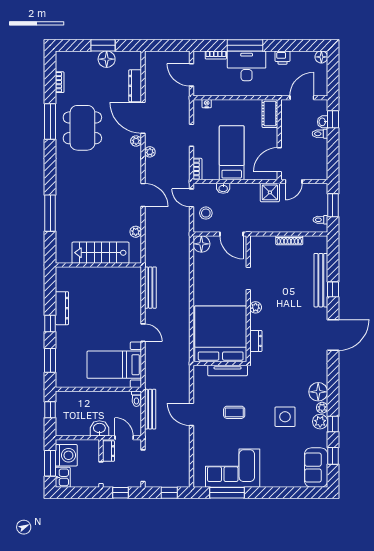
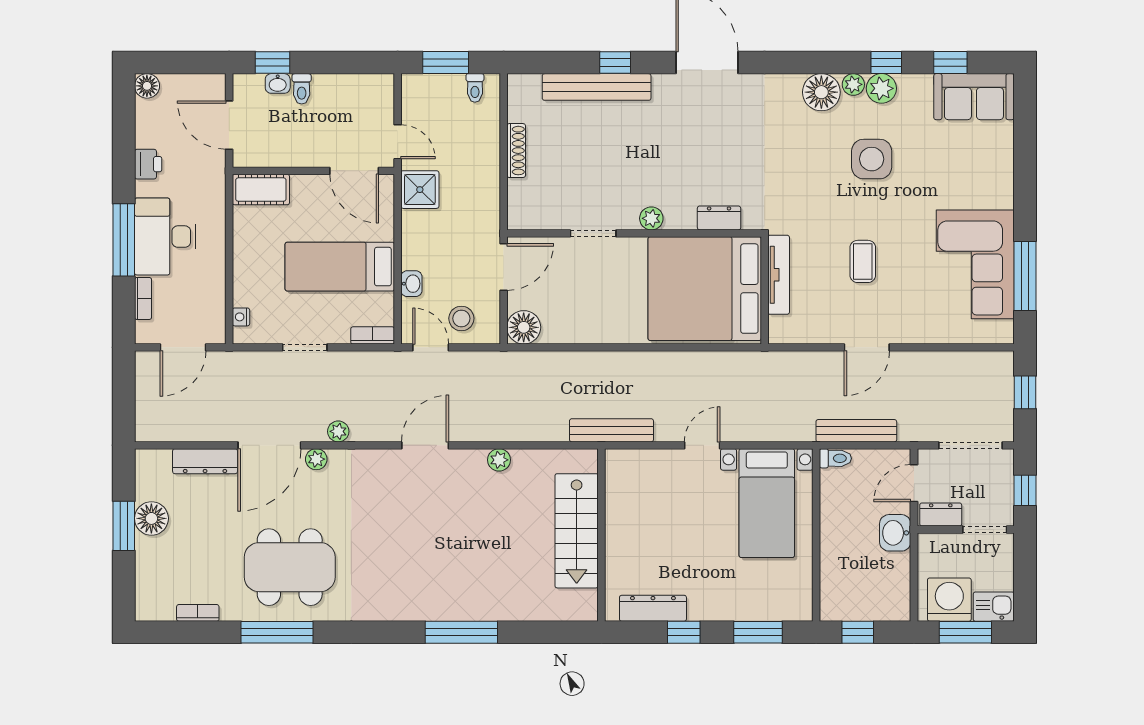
door: (192, 198) -> (431, 347), swing flipped
stairs: (100, 253) -> (577, 531), moved
wall: (98, 265) -> (601, 535), moved

